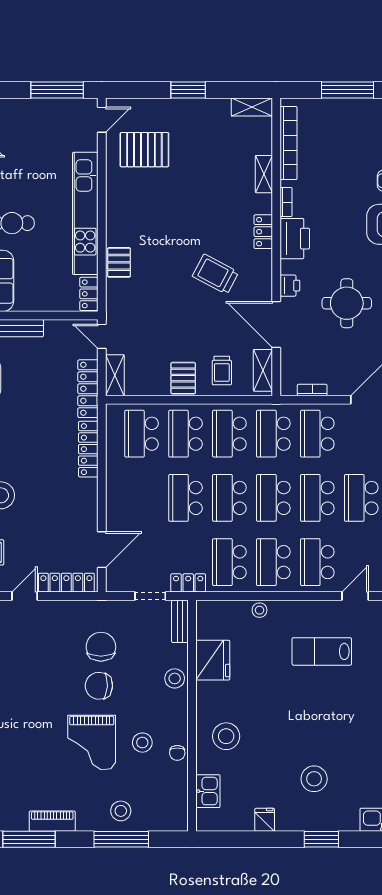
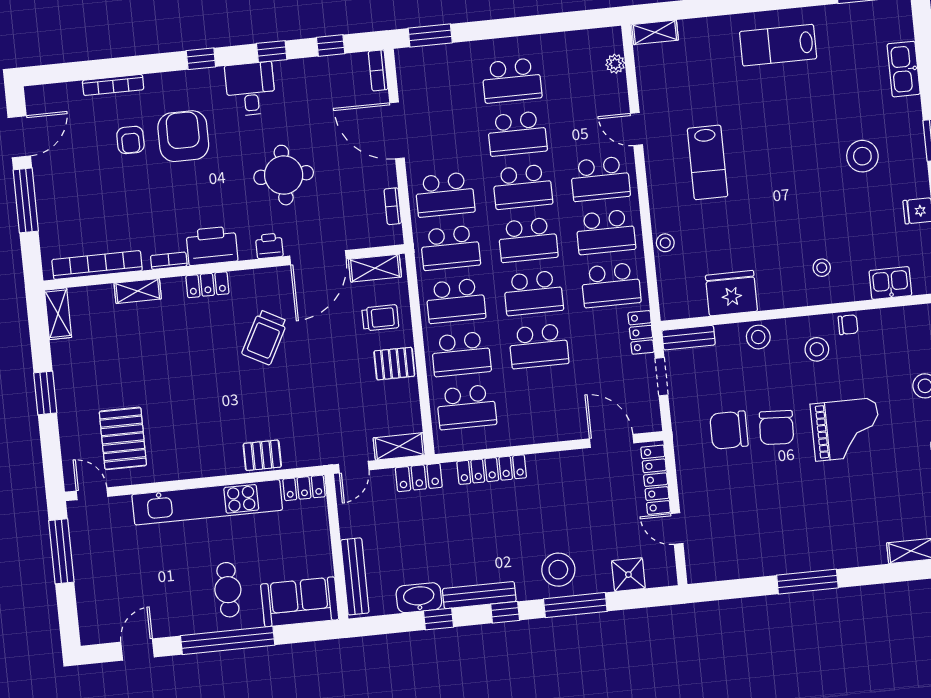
locker: (88, 389) -> (419, 477), width x0.66
stool: (226, 736) -> (822, 268), width x0.53, depth x0.53
stool: (142, 743) -> (817, 349), moved

